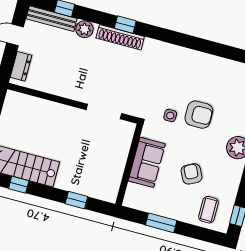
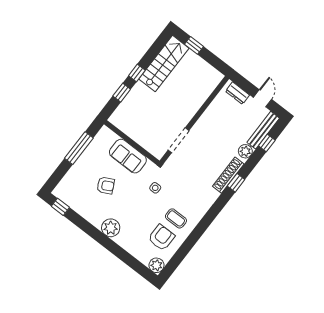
armchair: (199, 115) -> (161, 238), moved, turned 180
window: (19, 185) -> (137, 73), moved
coffee table: (209, 210) -> (176, 218), moved
window: (161, 223) -> (79, 148), width x1.44

